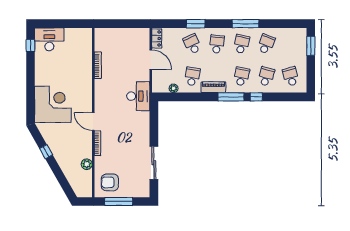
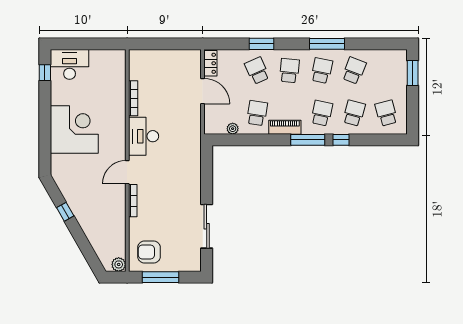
desk: (138, 96) -> (144, 136), moved, turned 180
corner desk: (53, 104) -> (74, 129), moved
door: (93, 121) -> (127, 172), hinge flipped
plant: (87, 164) -> (119, 264), moved

